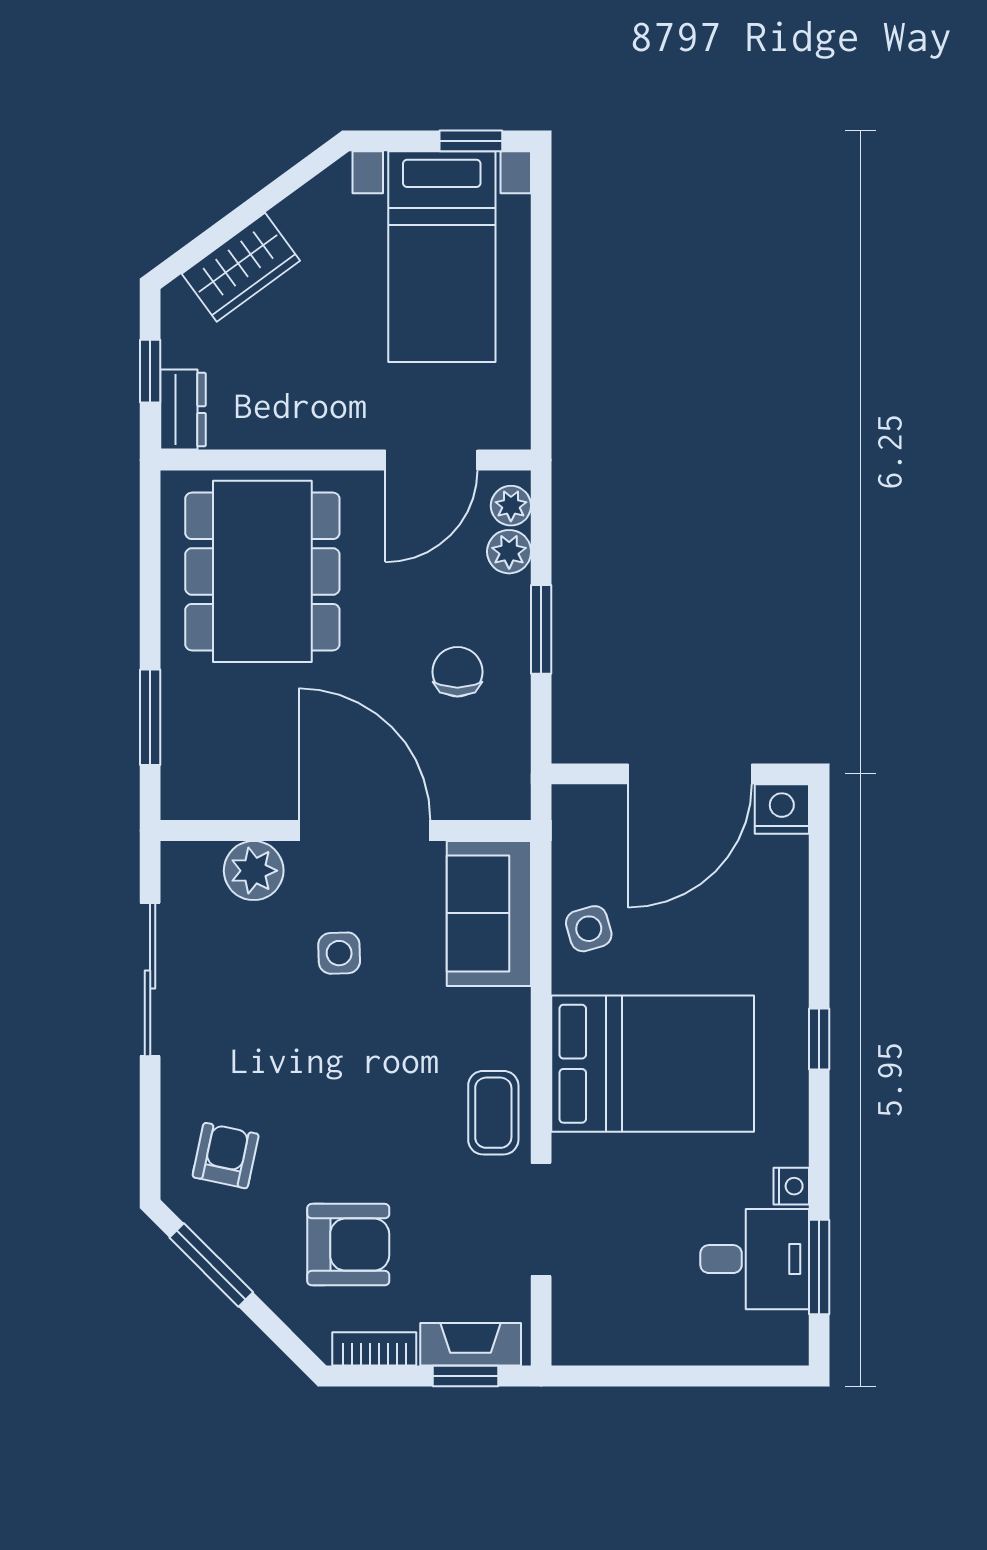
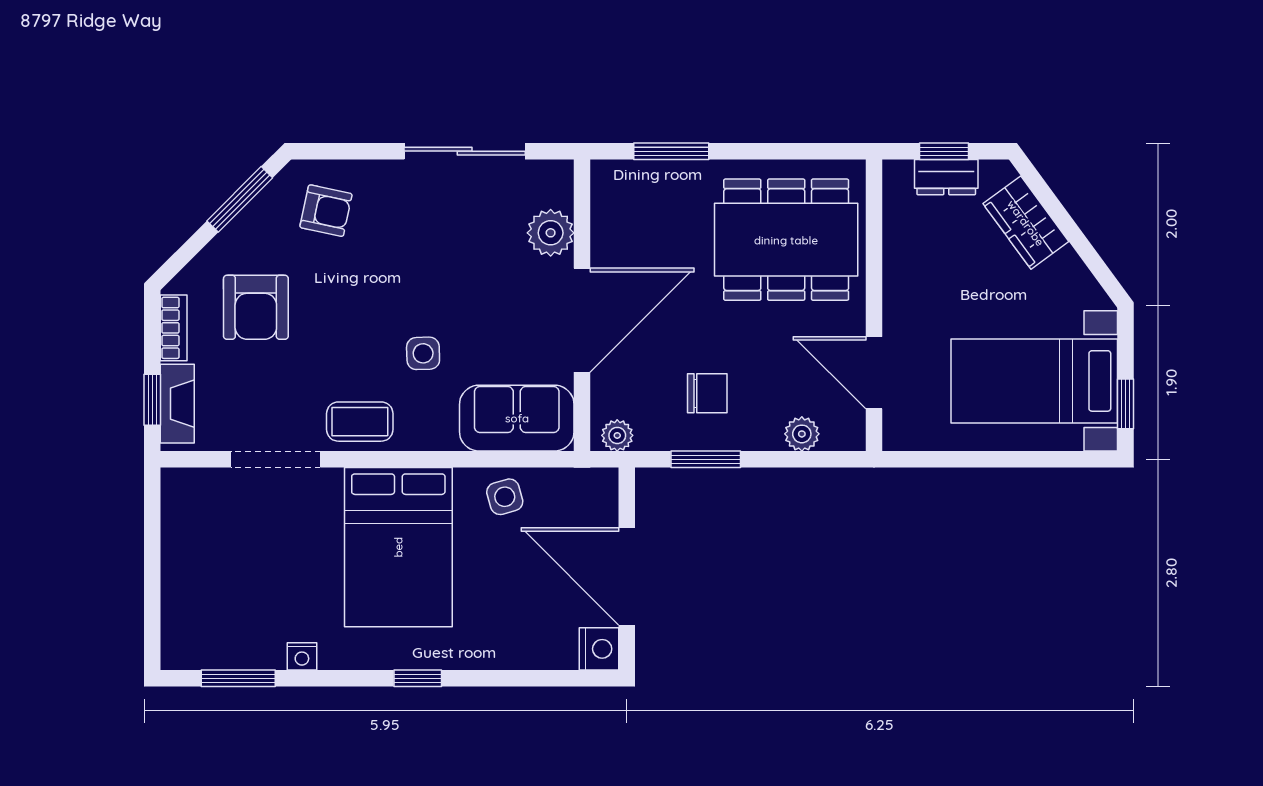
dresser: (183, 410) -> (946, 177), moved
plant: (511, 506) -> (617, 435), moved
window: (541, 629) -> (706, 459), moved
side table: (339, 953) -> (423, 353), moved
desk: (755, 1259) -> (244, 627), removed

